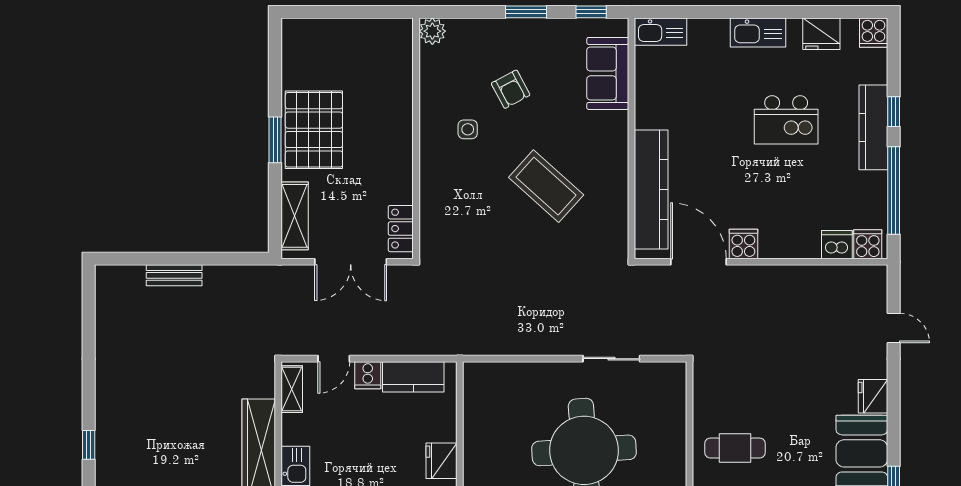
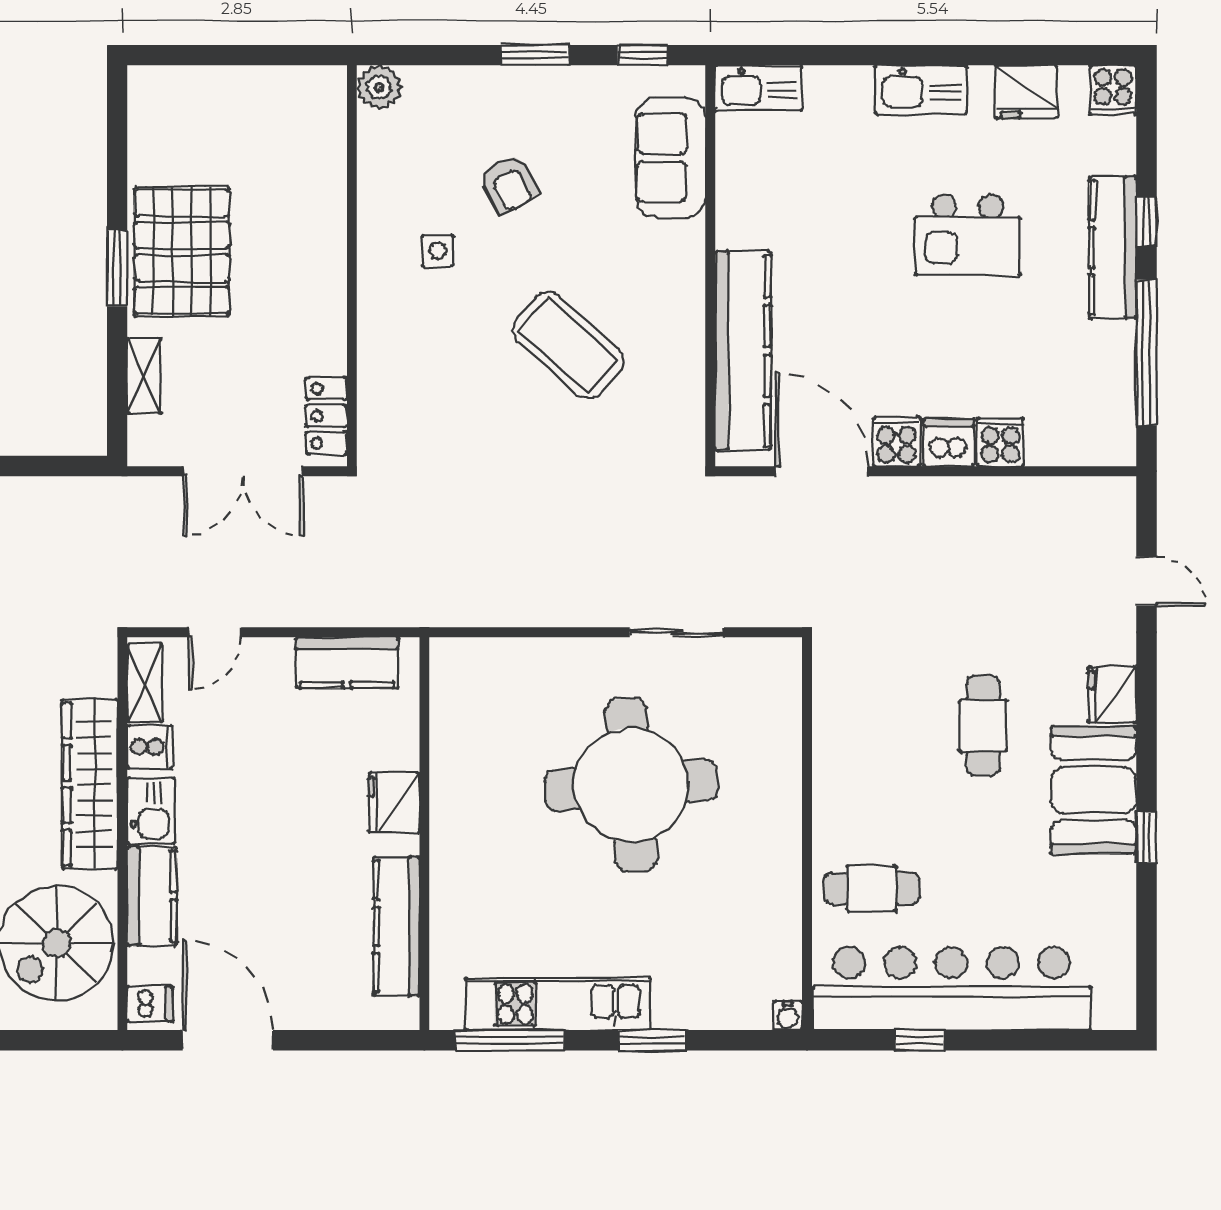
shelving: (295, 216) -> (144, 376), width x0.67, depth x0.75
cooker: (868, 244) -> (1000, 442), moved
dishwasher: (837, 245) -> (949, 443), moved
cooker: (368, 375) -> (150, 747), moved, turned -90
cafe table: (735, 448) -> (983, 726), moved, turned 90

